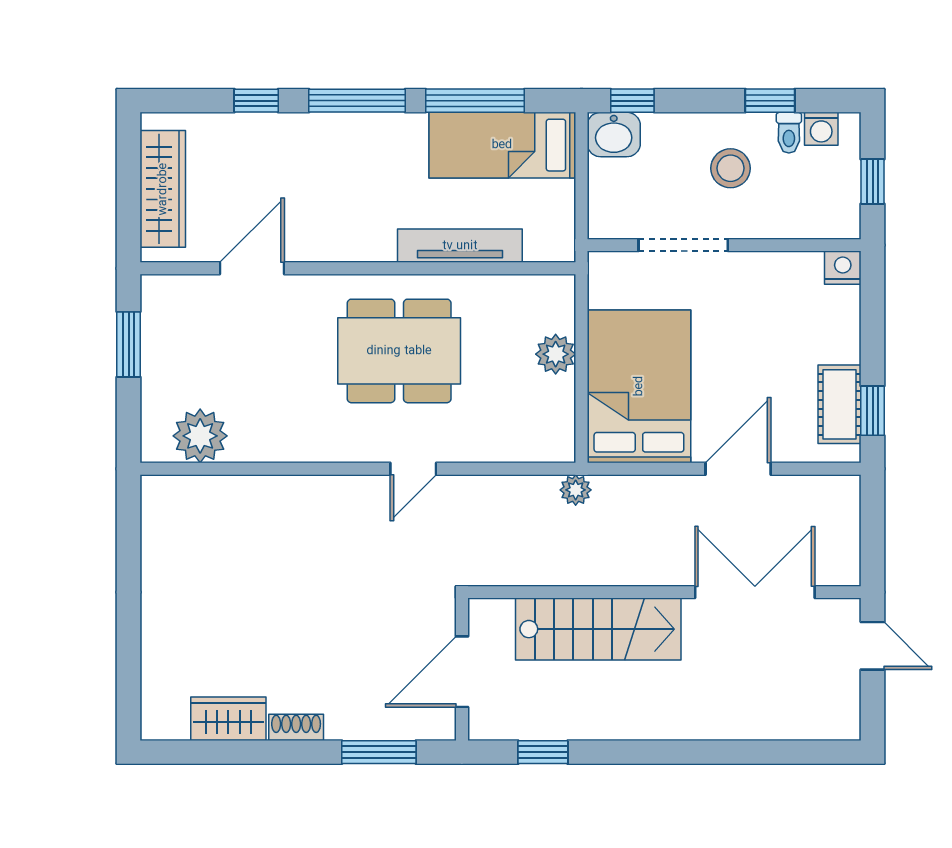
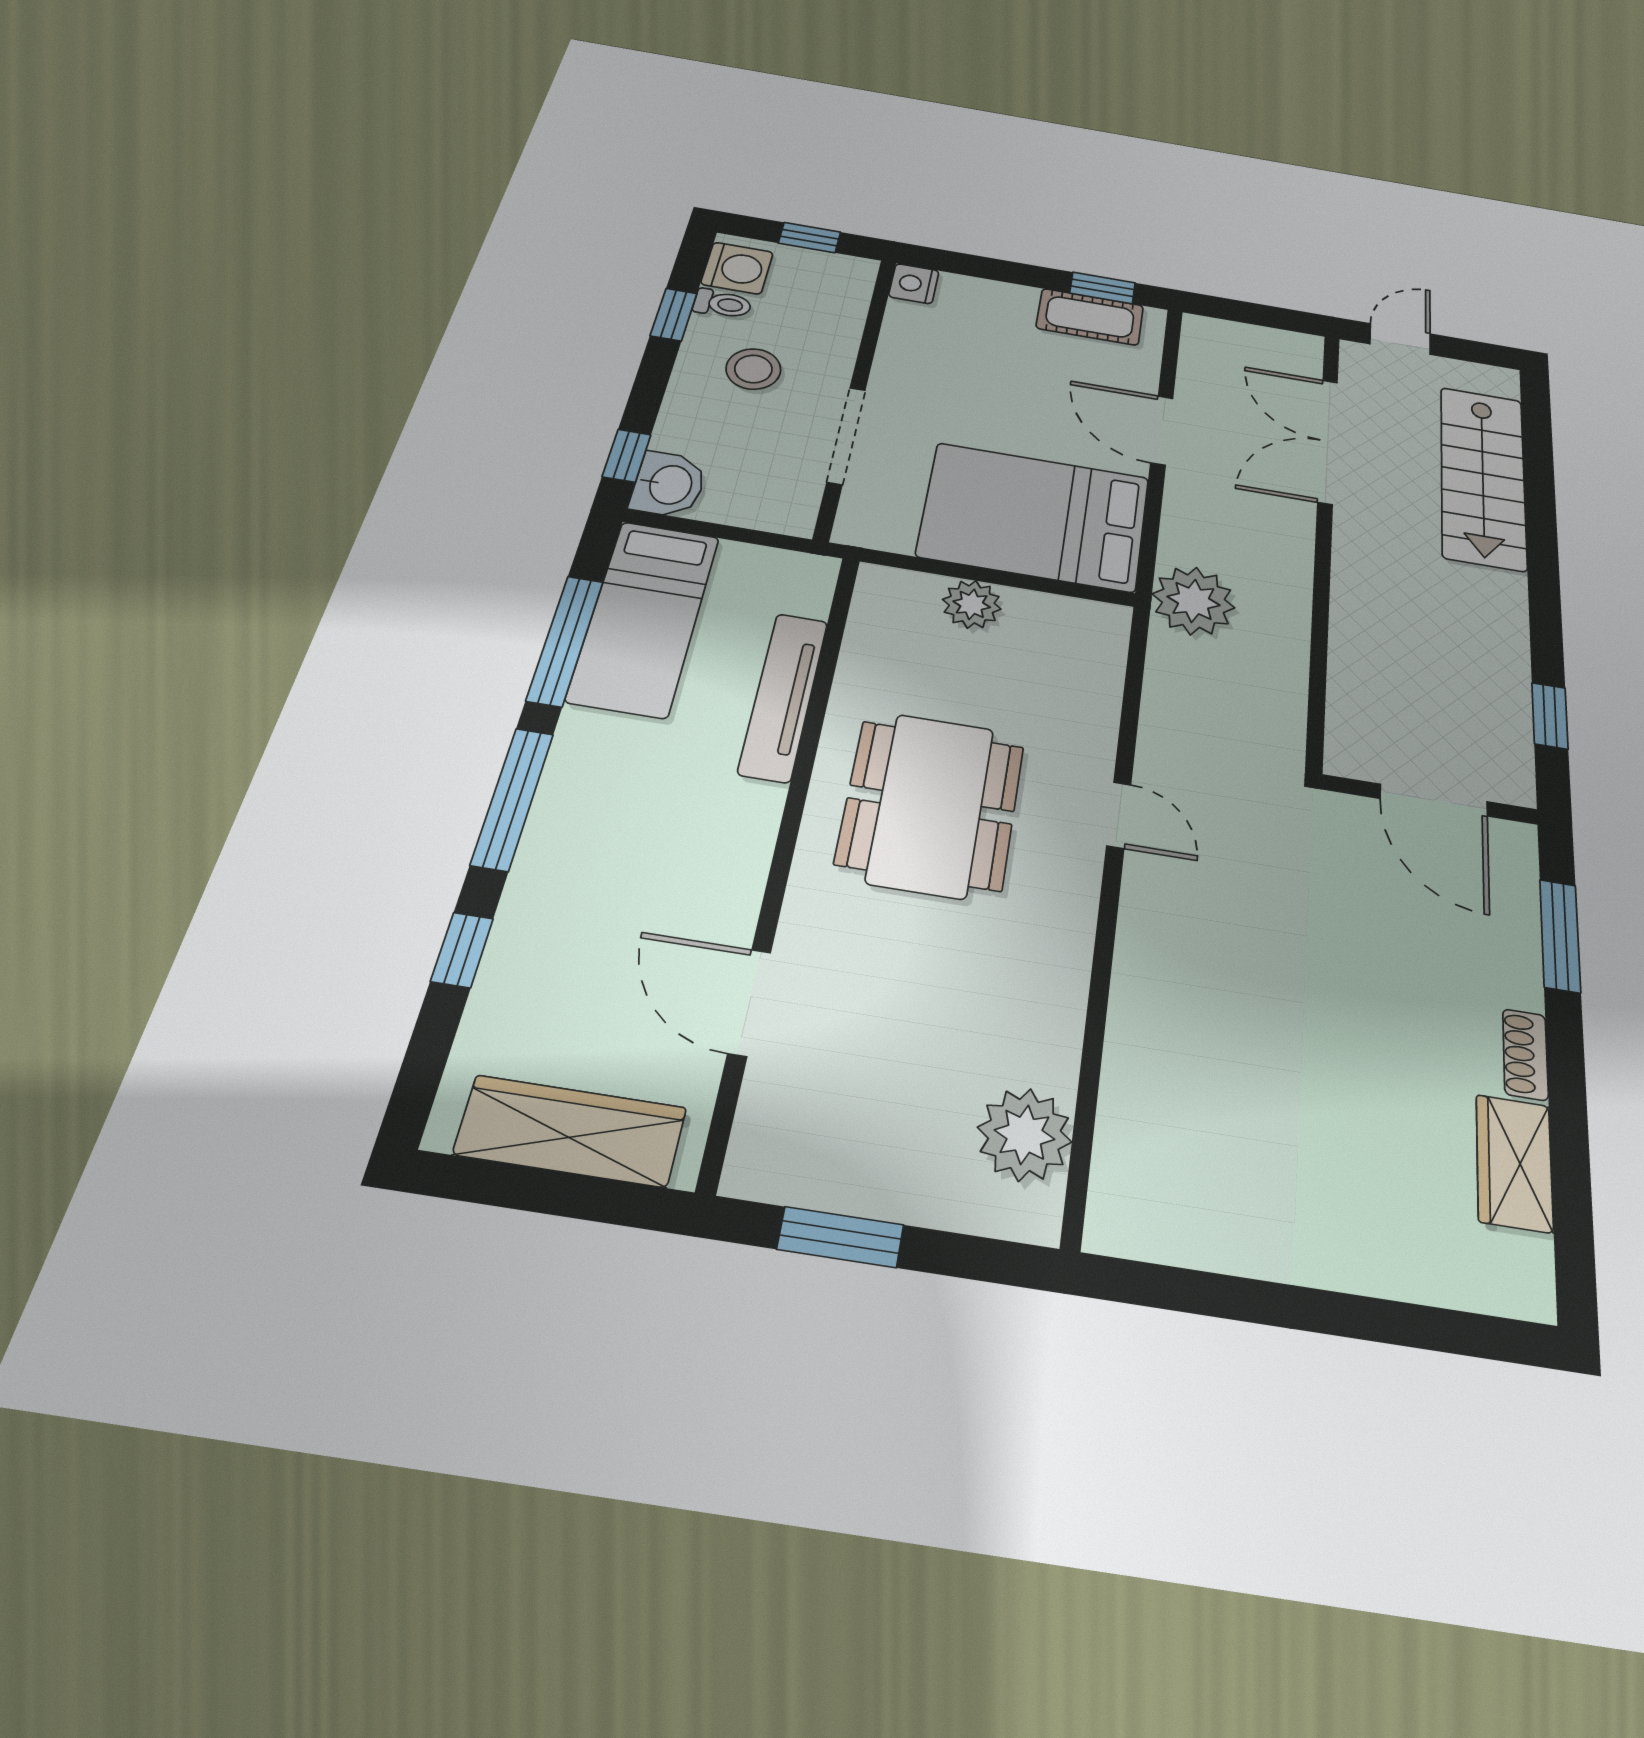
washing machine: (821, 129) -> (737, 268), width x1.38, depth x1.38
plant: (576, 490) -> (1193, 601), width x1.88, depth x1.88
stairs: (598, 629) -> (1483, 477), moved, turned 180

